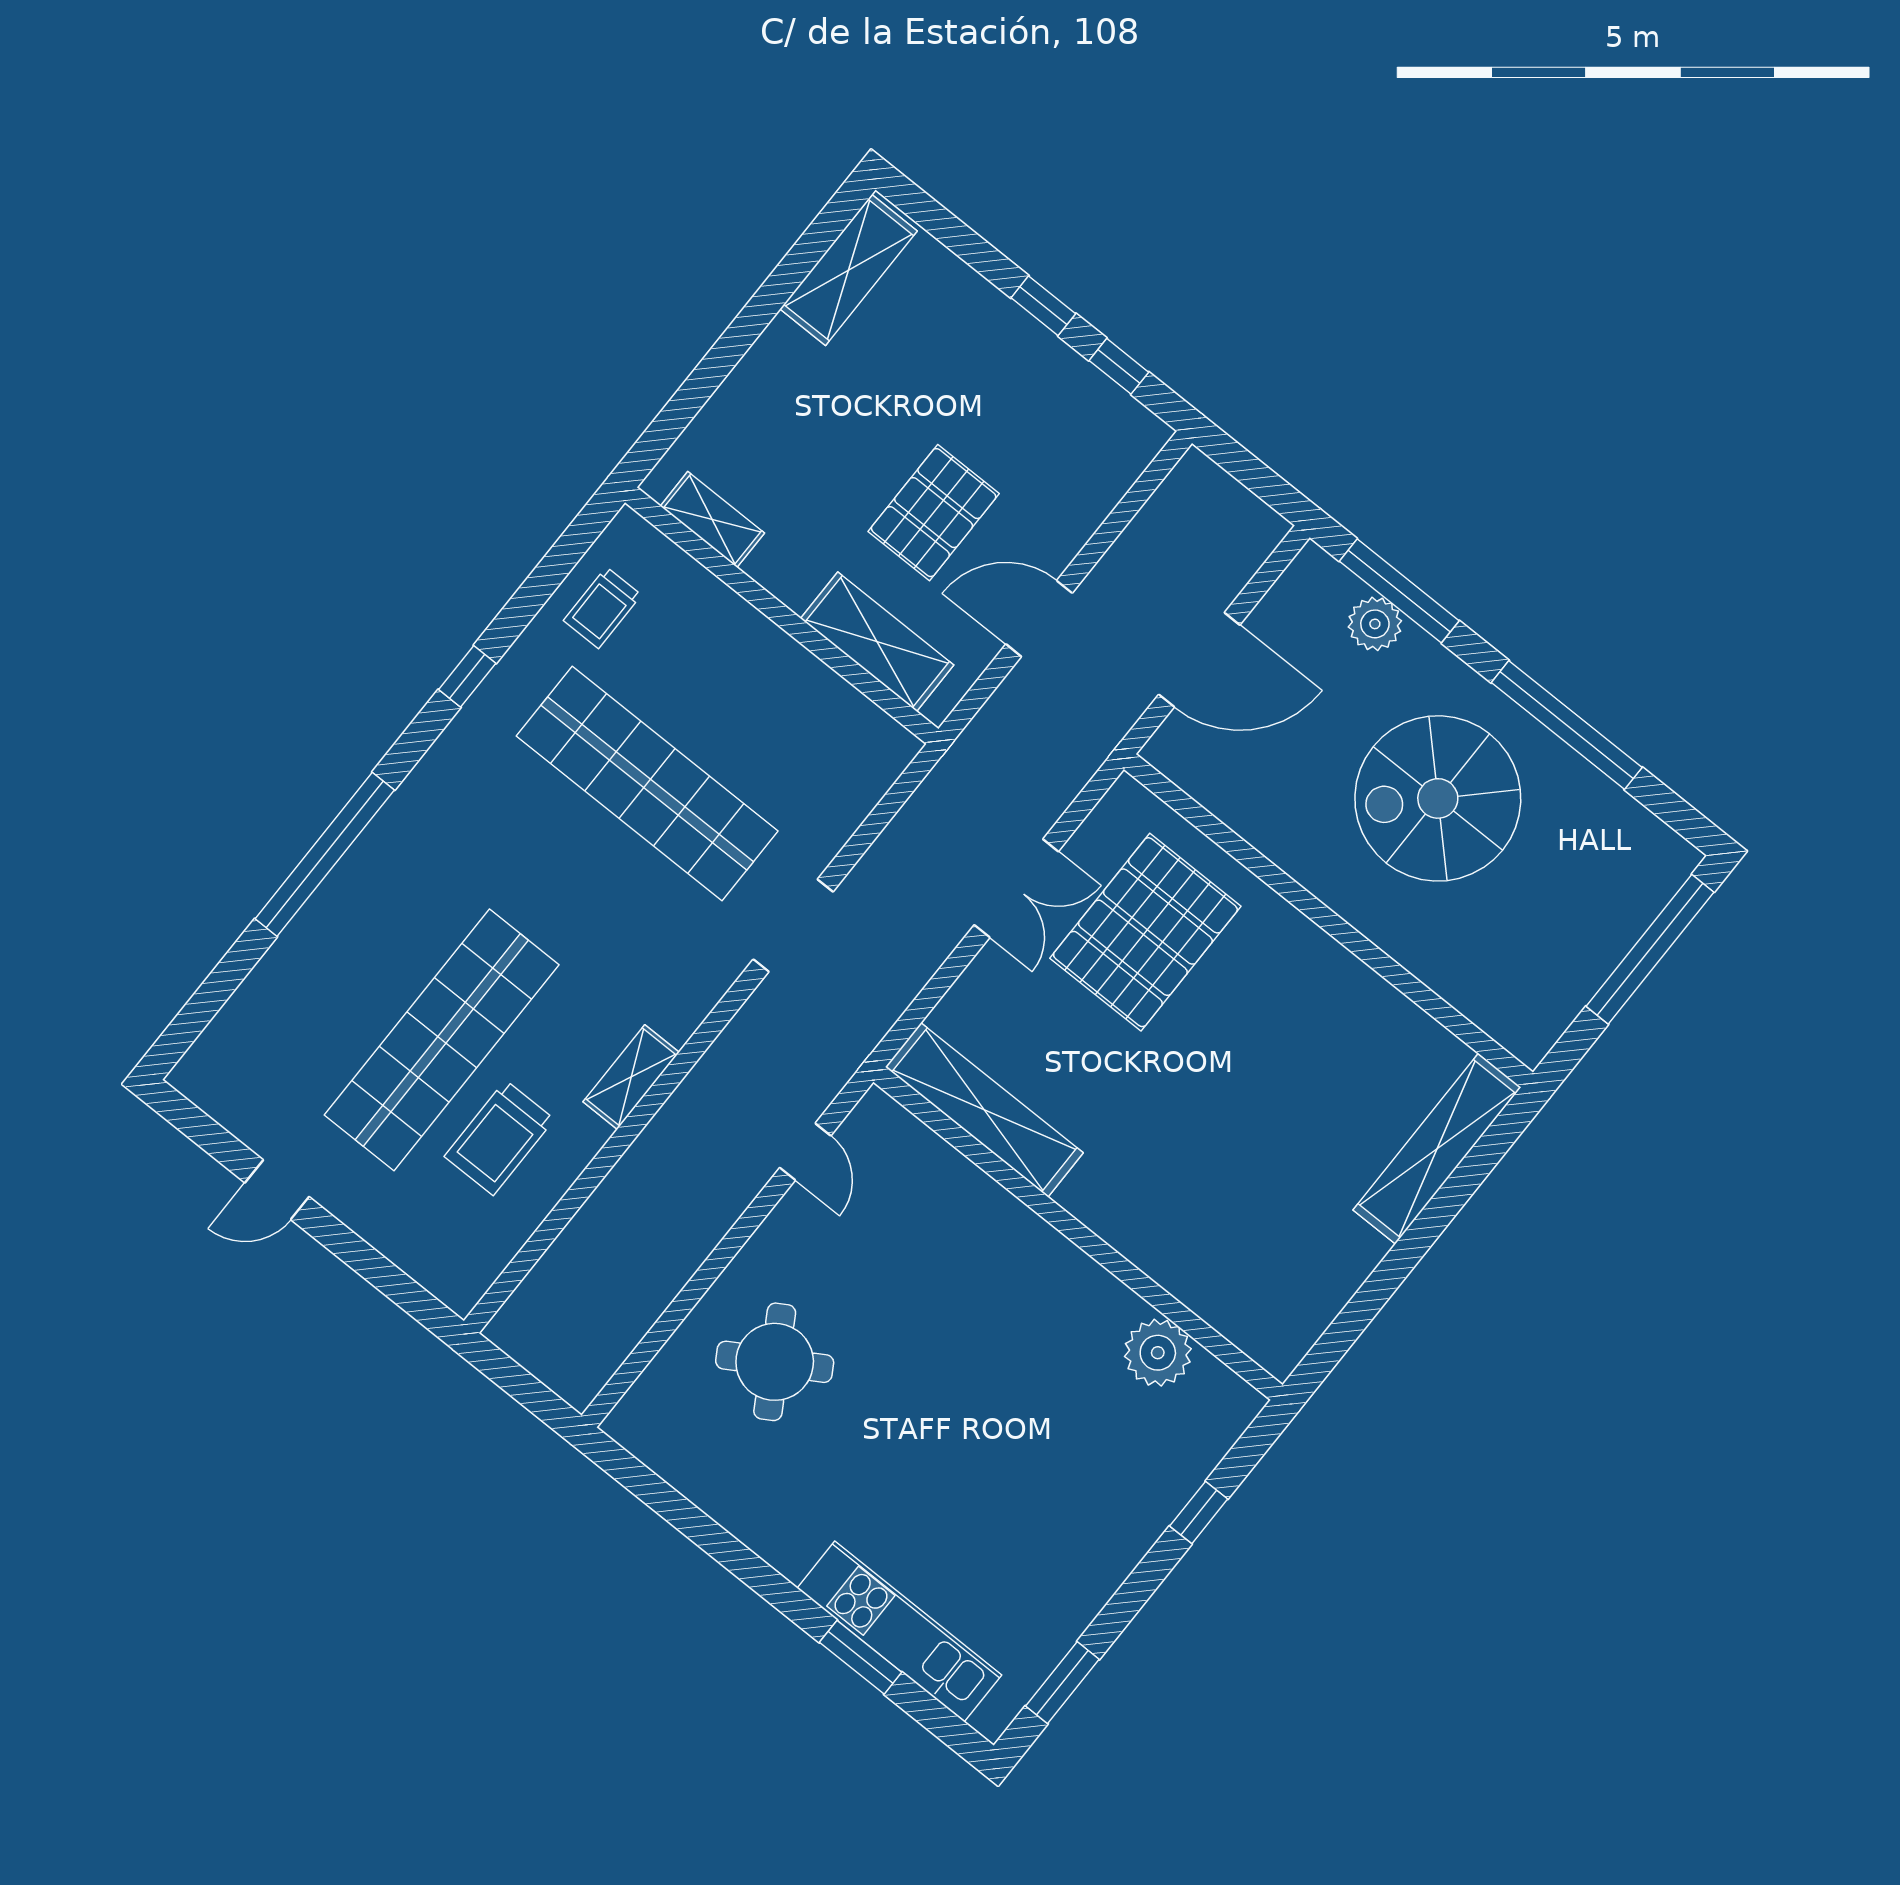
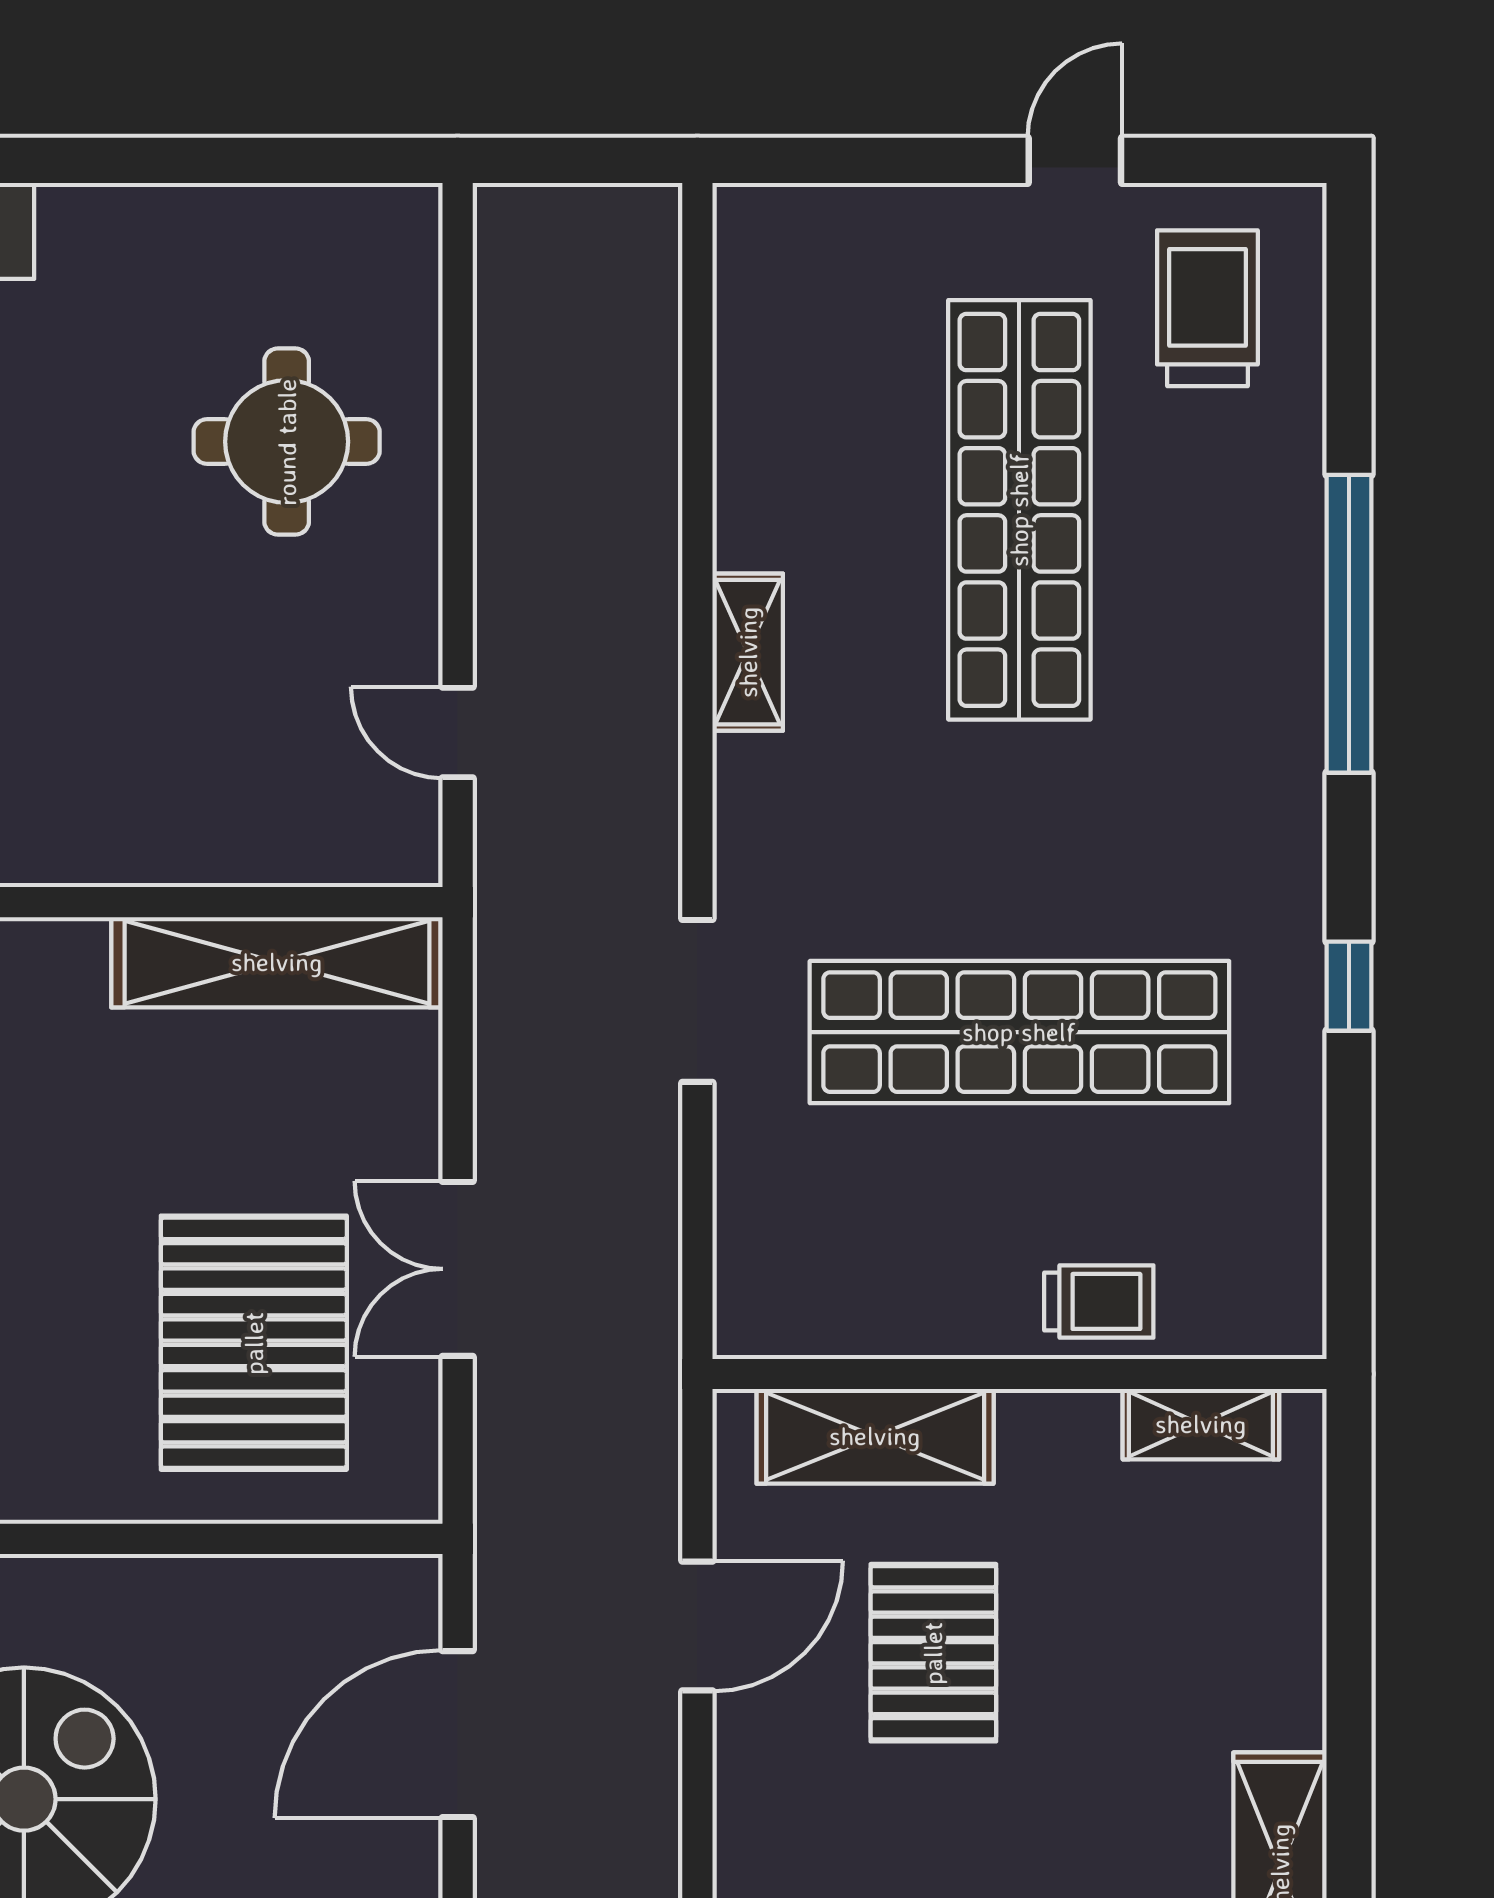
trolley: (602, 608) -> (1099, 1301), moved, turned 90
trolley: (499, 1138) -> (1207, 308), moved
round table: (775, 1362) -> (287, 442), turned 31

